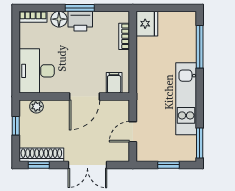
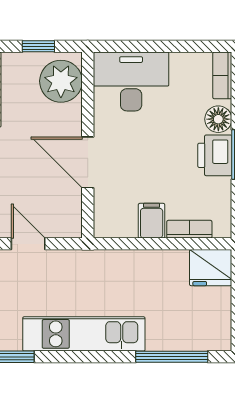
filing cabinet: (114, 83) -> (152, 221), moved, turned -90
plant: (36, 106) -> (61, 81), width x1.88, depth x1.88

